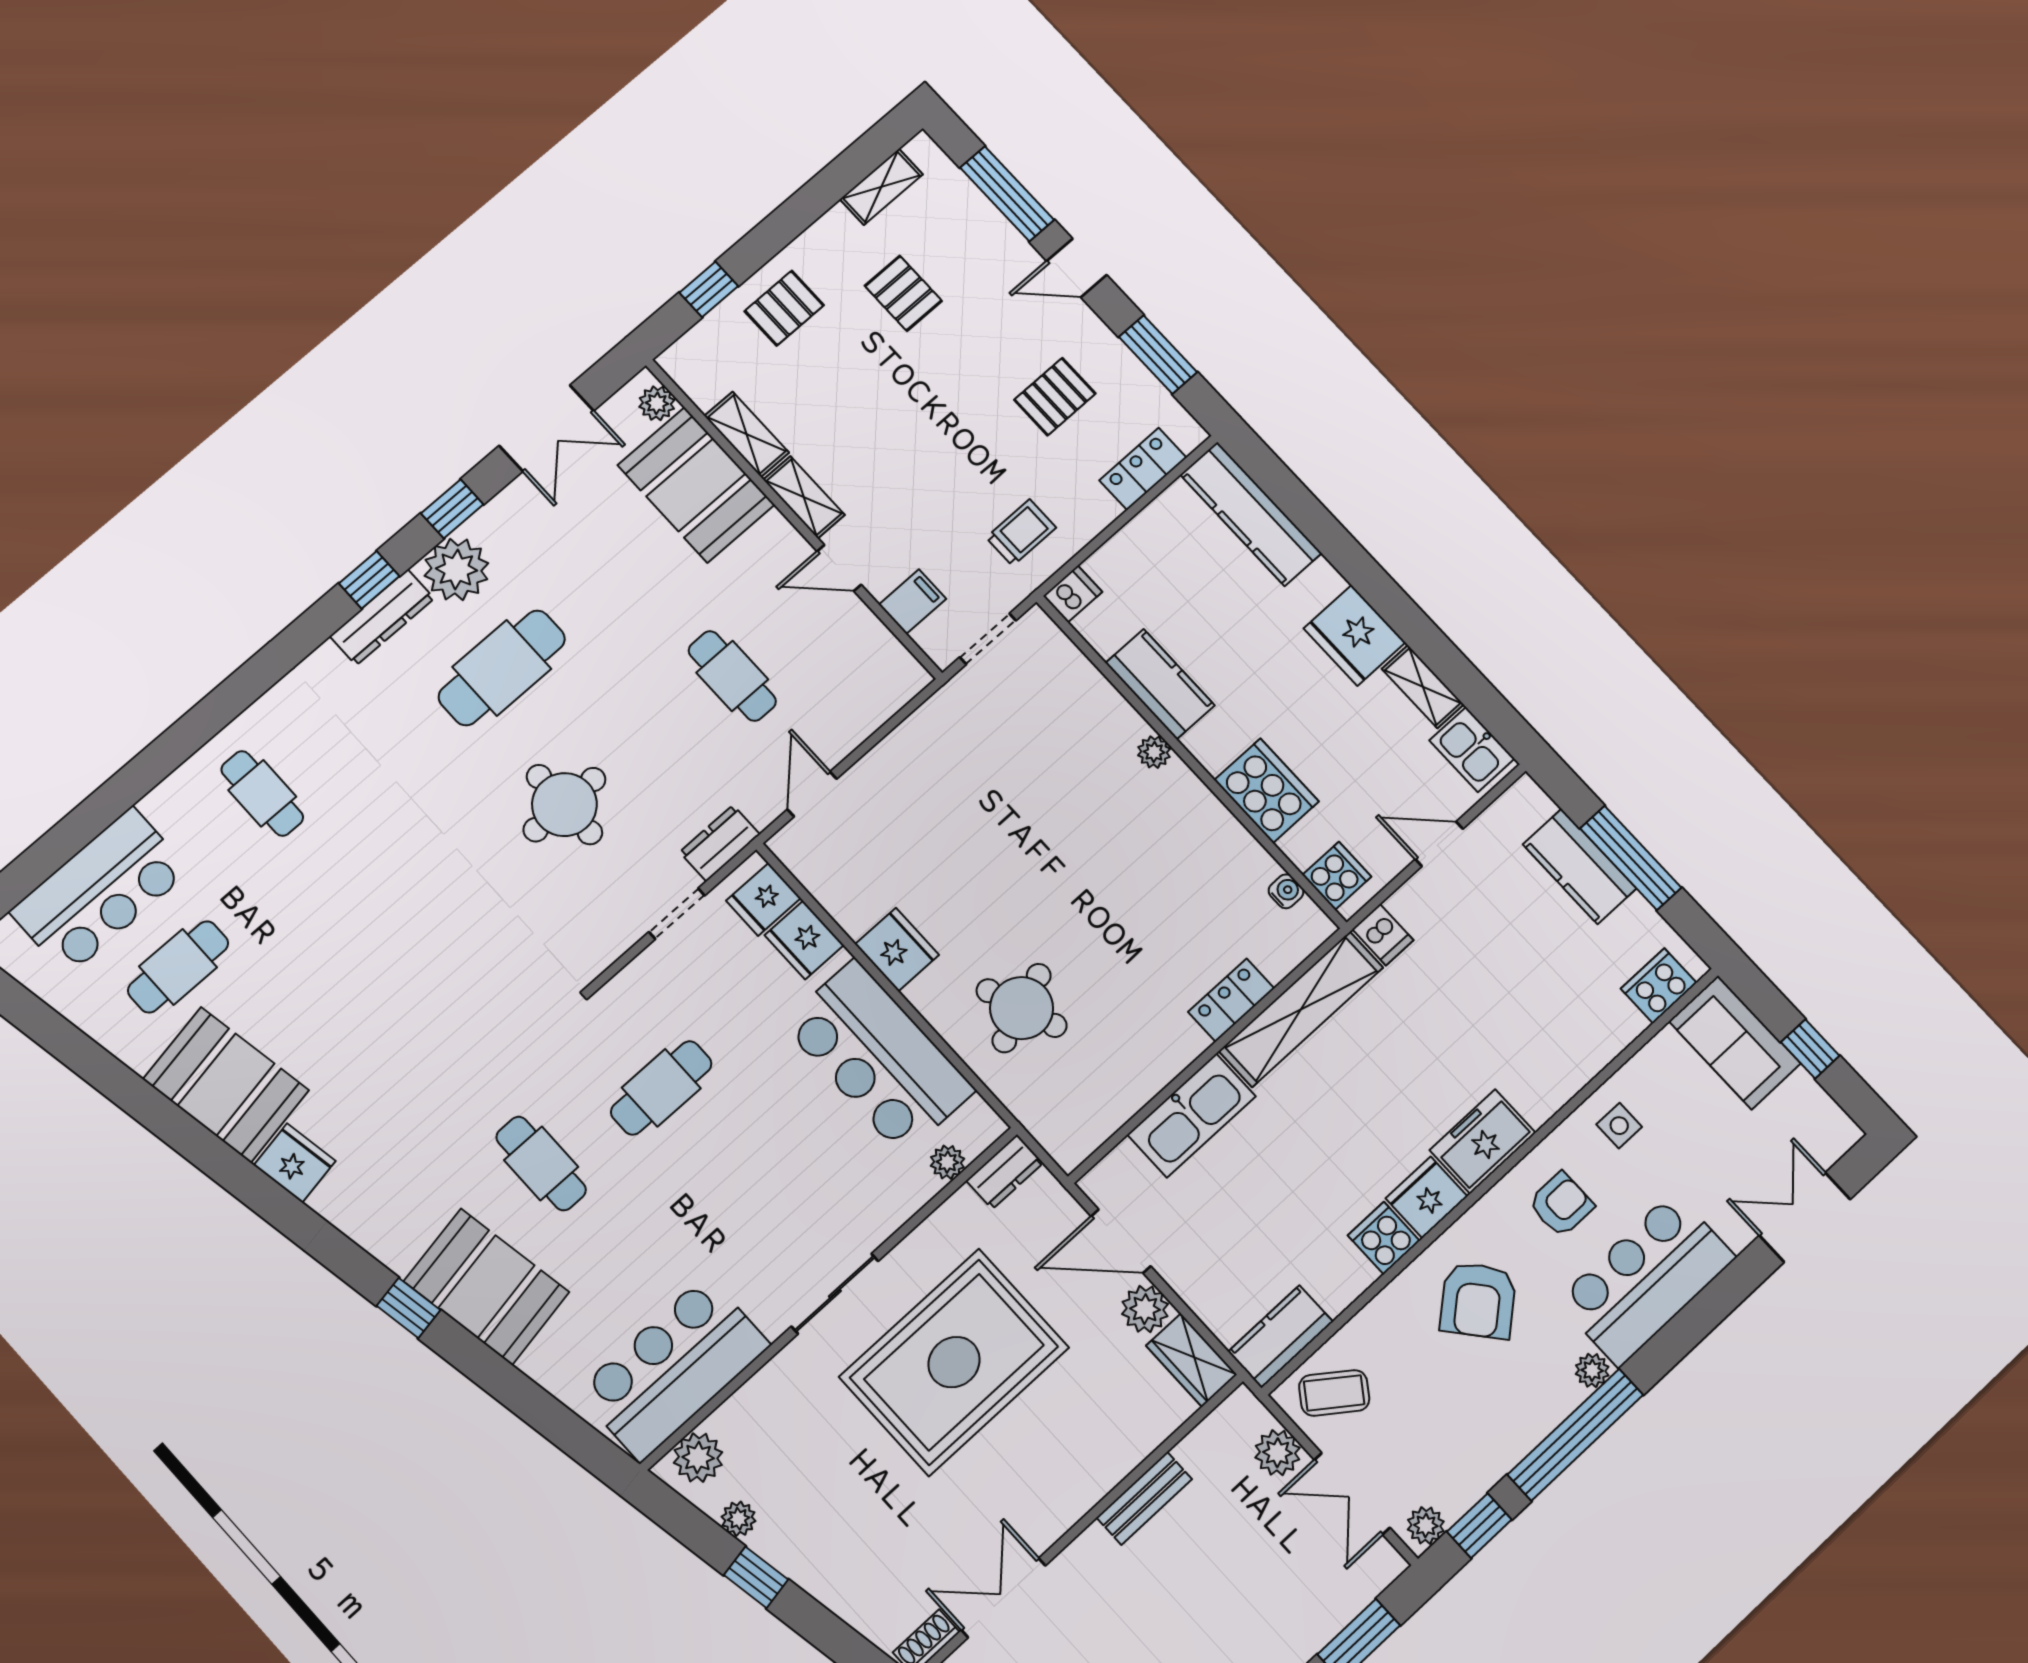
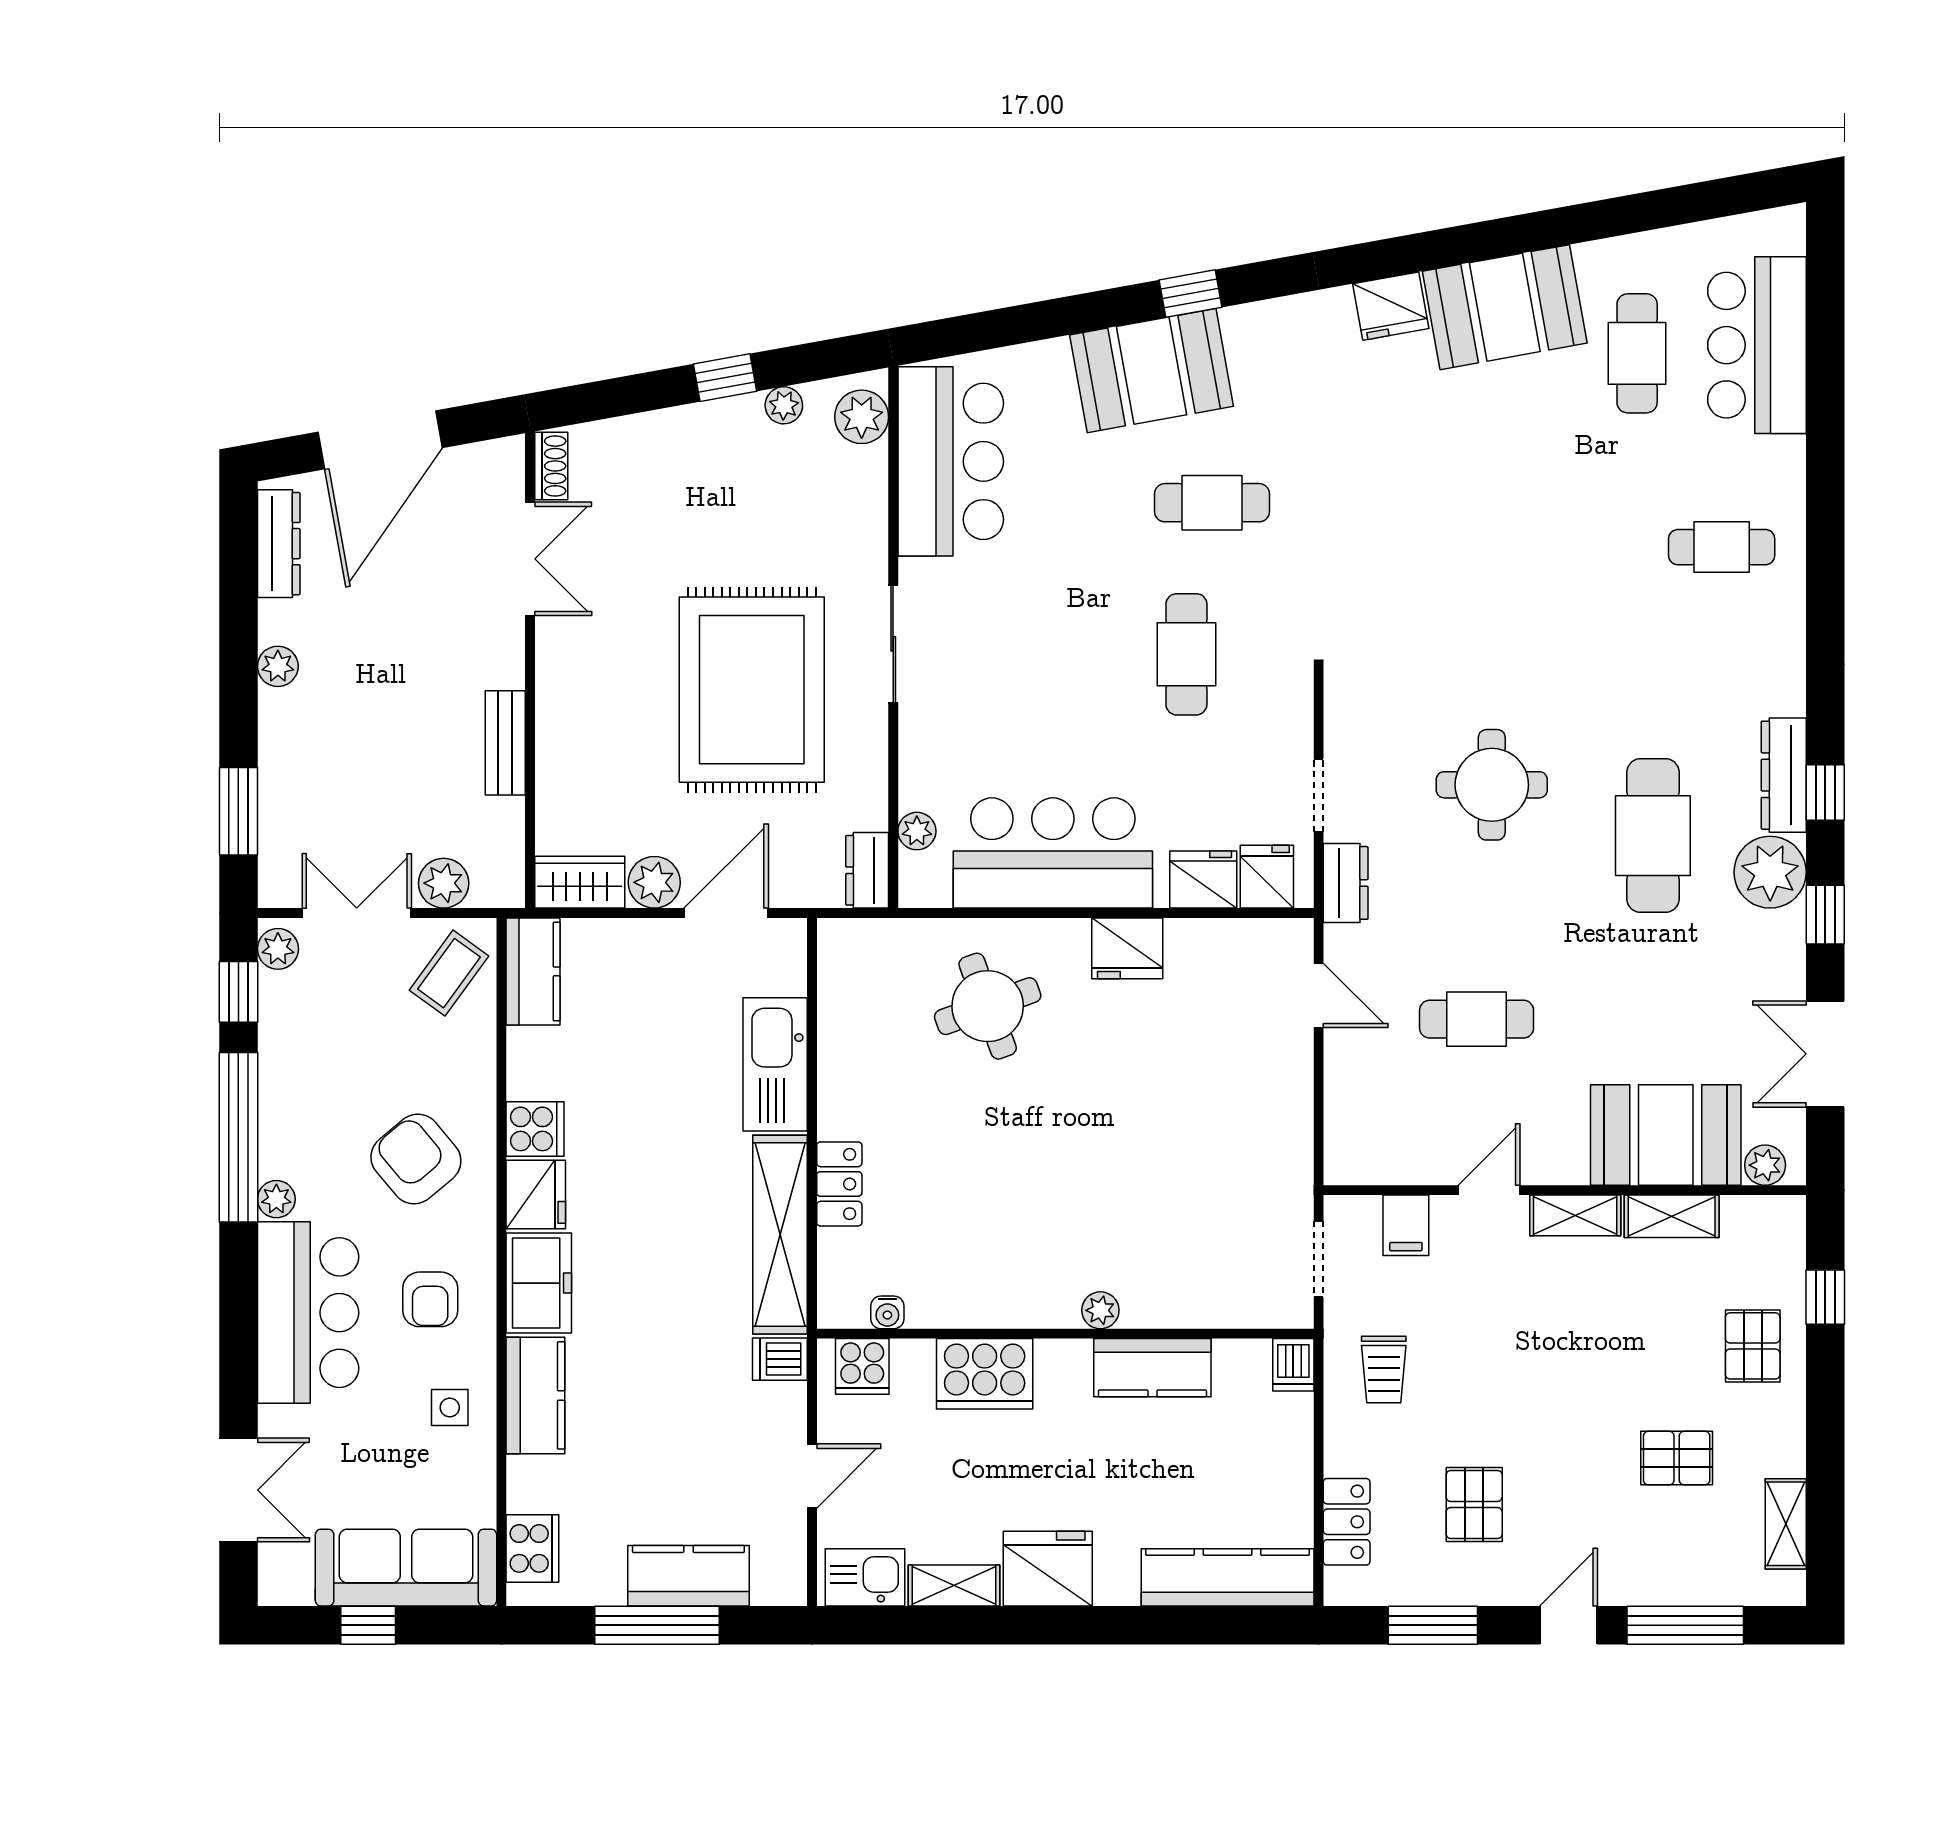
sofa: (1735, 1042) -> (406, 1568), width x1.36
kitchen counter: (1558, 1076) -> (535, 1395), added

